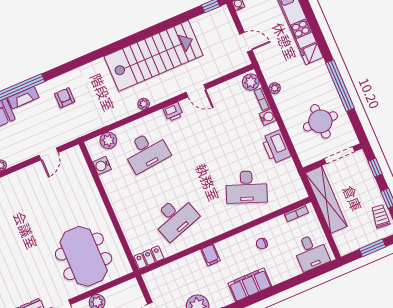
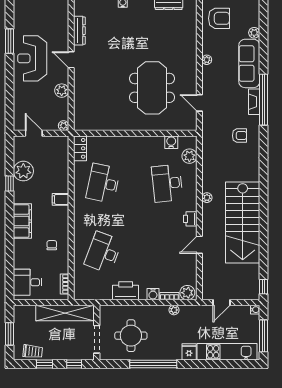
desk: (175, 218) -> (103, 183), turned 30
meeting table: (84, 256) -> (152, 88), moved, turned 90
plant: (133, 285) -> (64, 126), added

